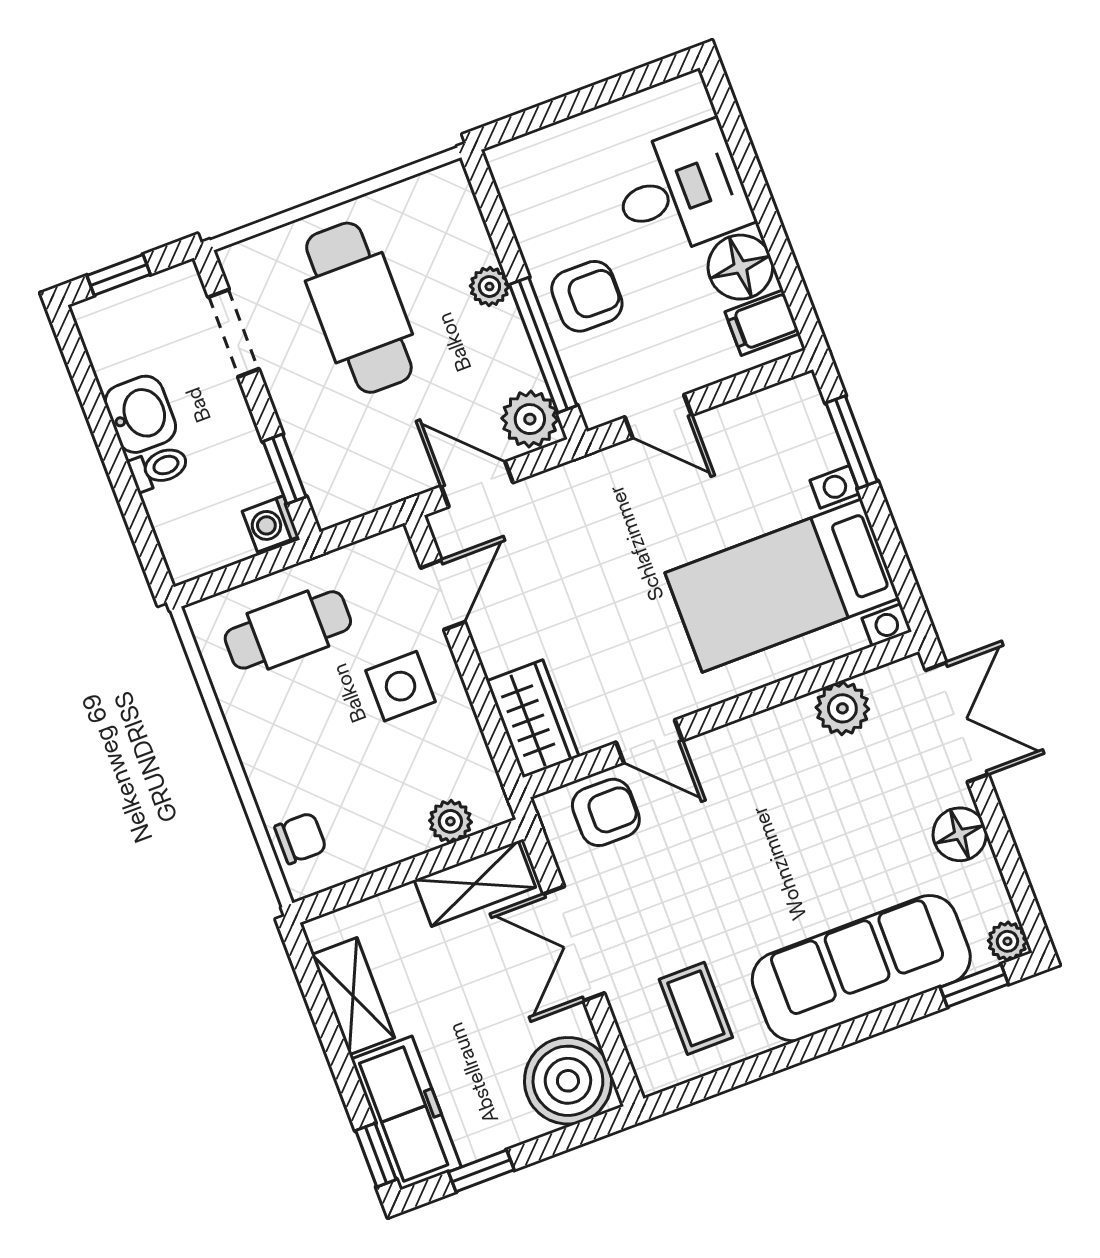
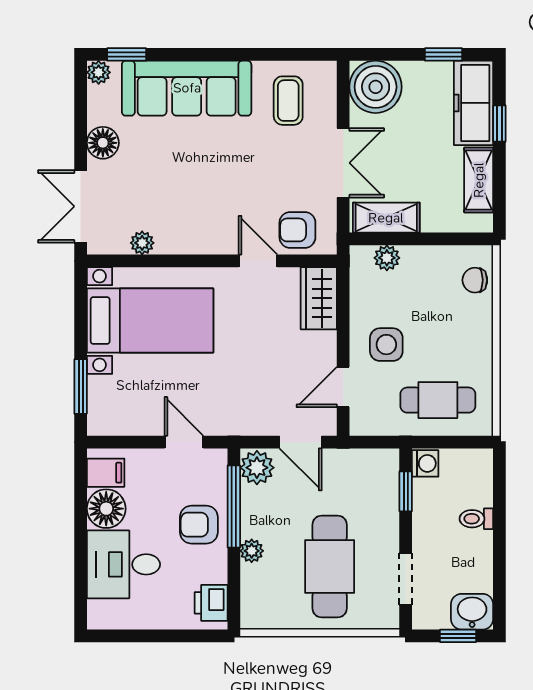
printer: (522, 182) -> (211, 603), added
washbasin: (140, 414) -> (472, 612), moved, turned 90
plant: (842, 708) -> (142, 243), width x0.73, depth x0.73
window: (376, 1155) -> (499, 123), moved

